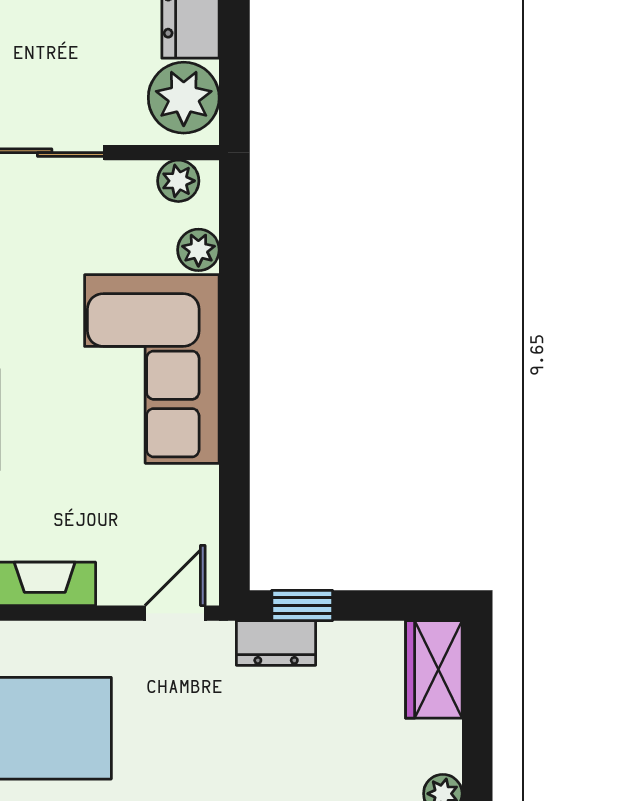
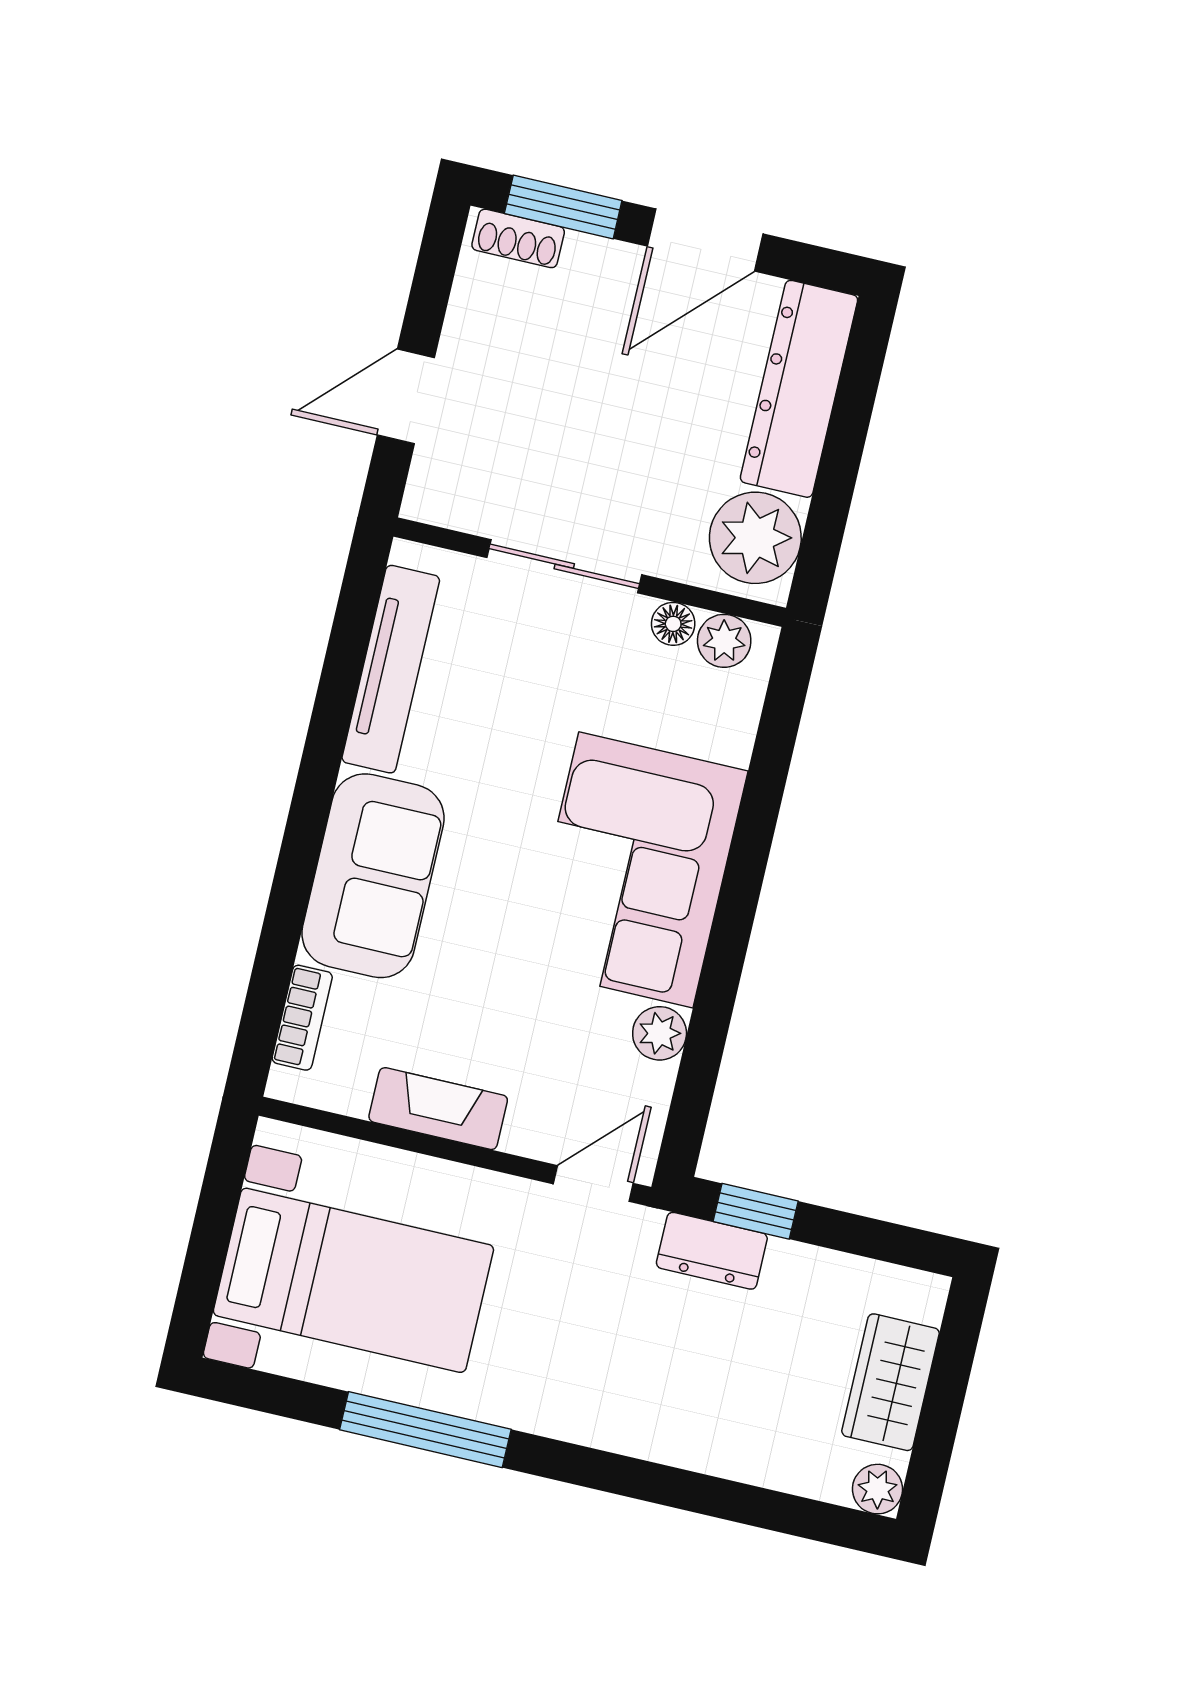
floor lamp: (137, 177) -> (673, 624), added
plant: (198, 250) -> (660, 1033), moved
wardrobe: (434, 669) -> (890, 1382), moved

